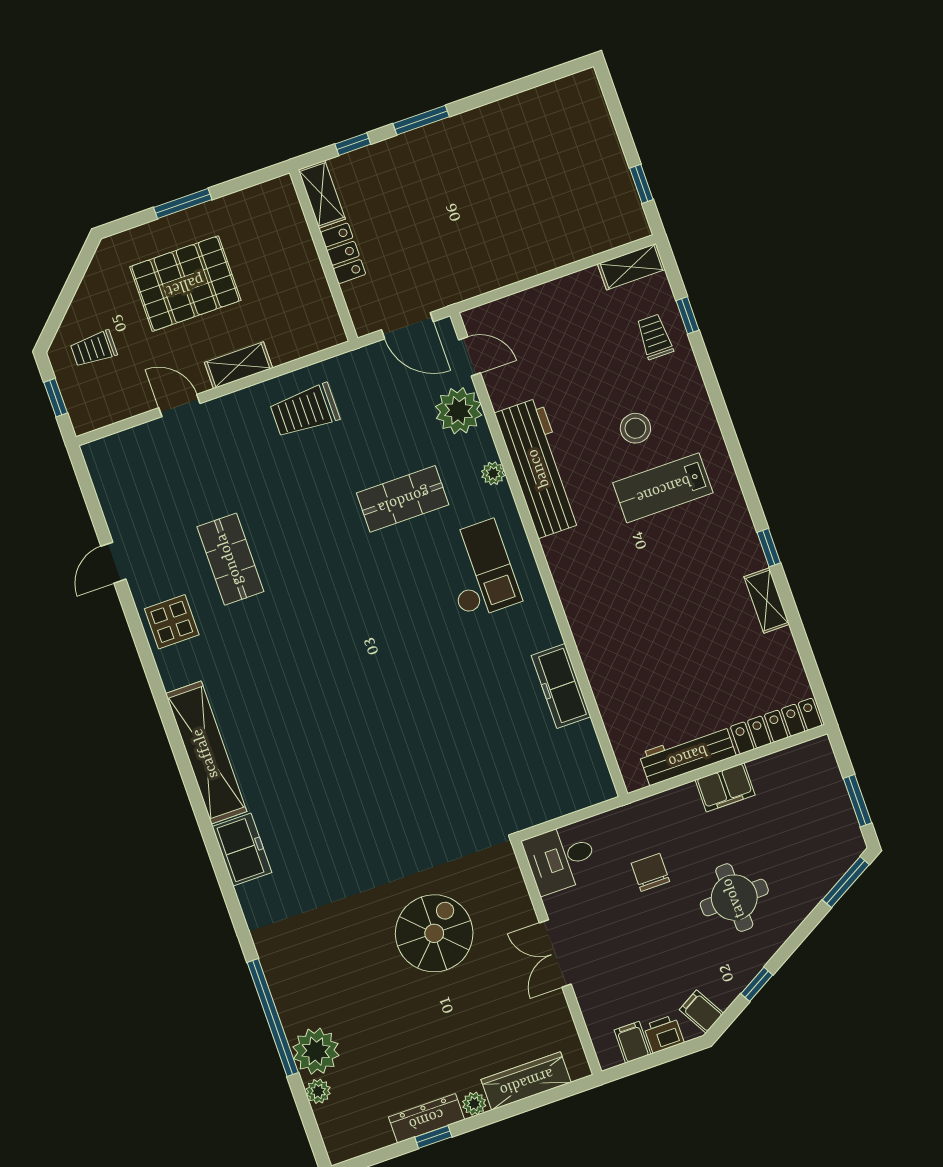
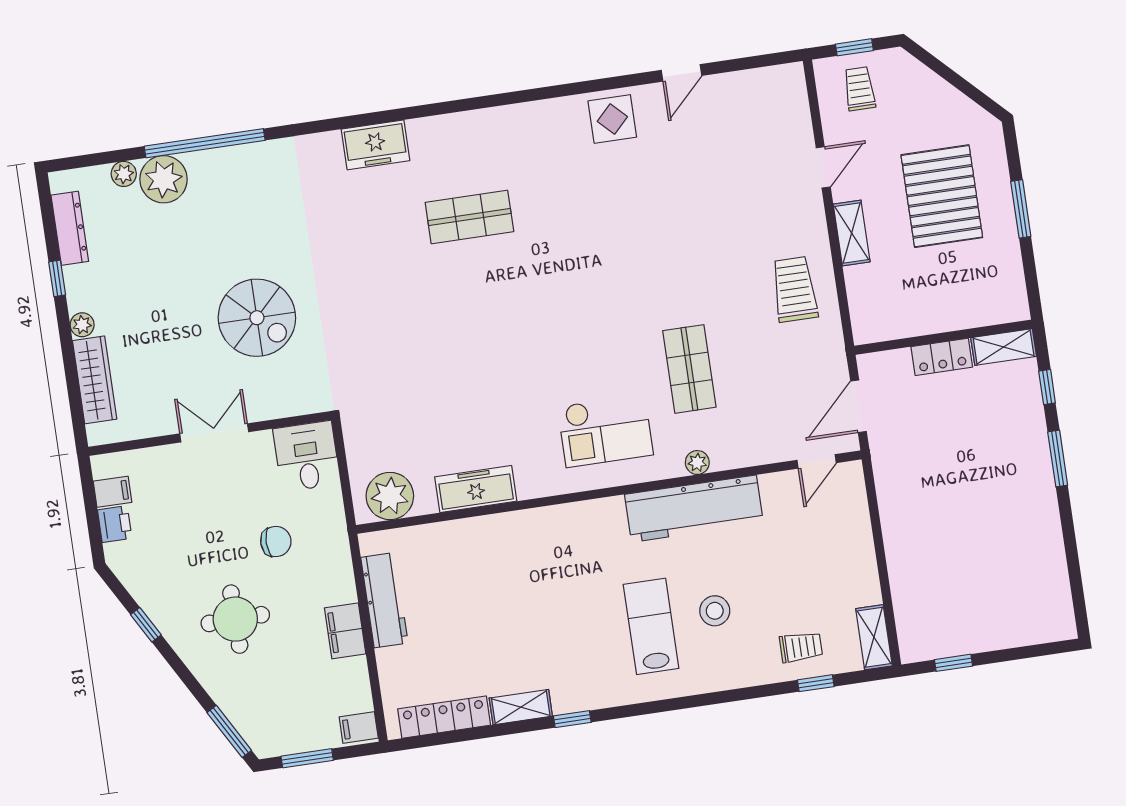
trolley: (94, 349) -> (859, 89), moved
plant: (459, 411) -> (390, 496), moved
shop shelf: (230, 559) -> (469, 217), moved
door: (113, 563) -> (681, 73), swing flipped
locker: (776, 726) -> (444, 717), moved, turned -90
shelving: (206, 753) -> (477, 128), removed
filing cabinet: (701, 1011) -> (359, 728), moved, turned -150
dresser: (426, 1118) -> (70, 228), moved

